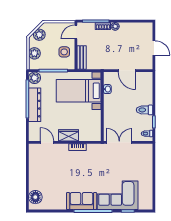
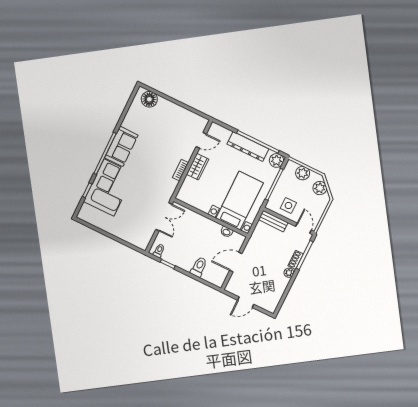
toilet: (145, 110) -> (199, 267), moved

